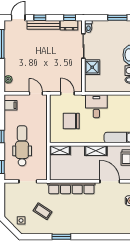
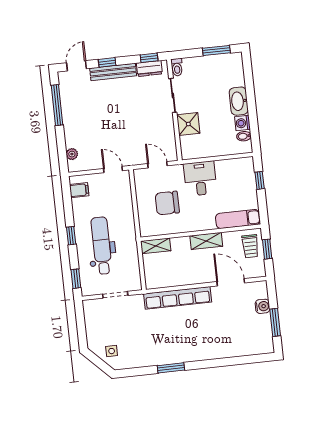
coffee table: (43, 211) -> (141, 335), removed

